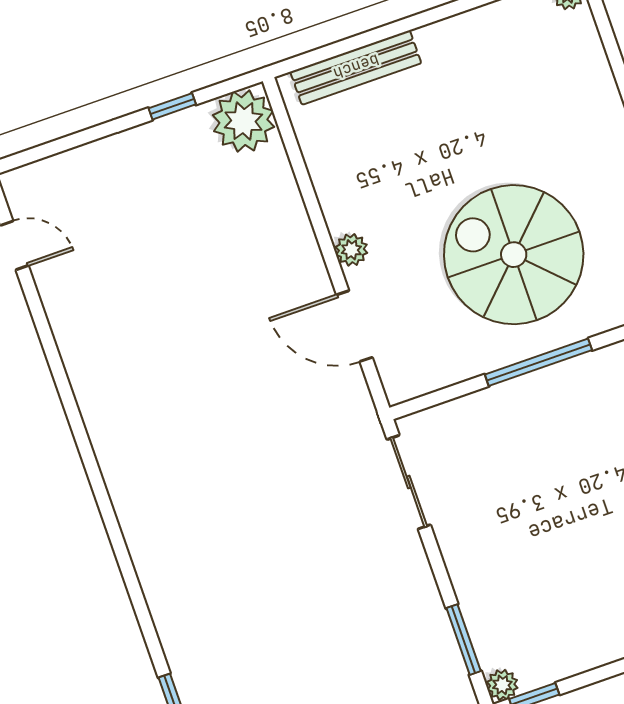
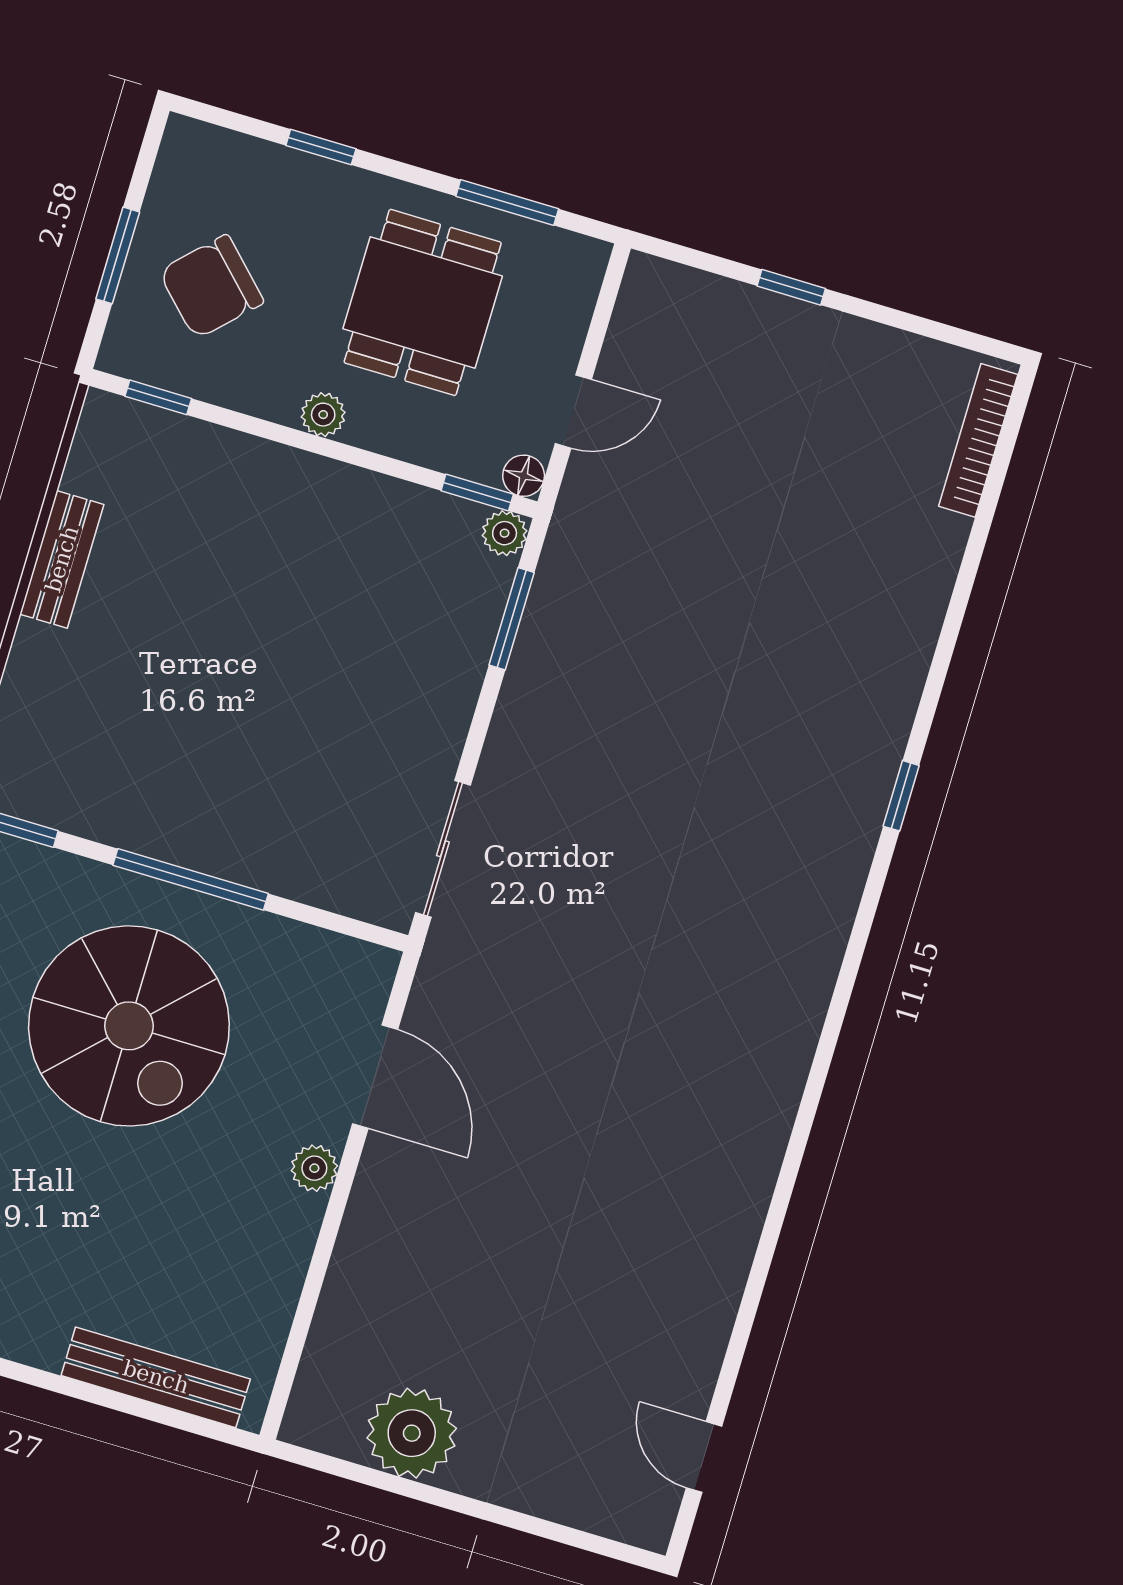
window: (172, 106) -> (403, 1487), removed
plant: (243, 121) -> (412, 1433), moved

